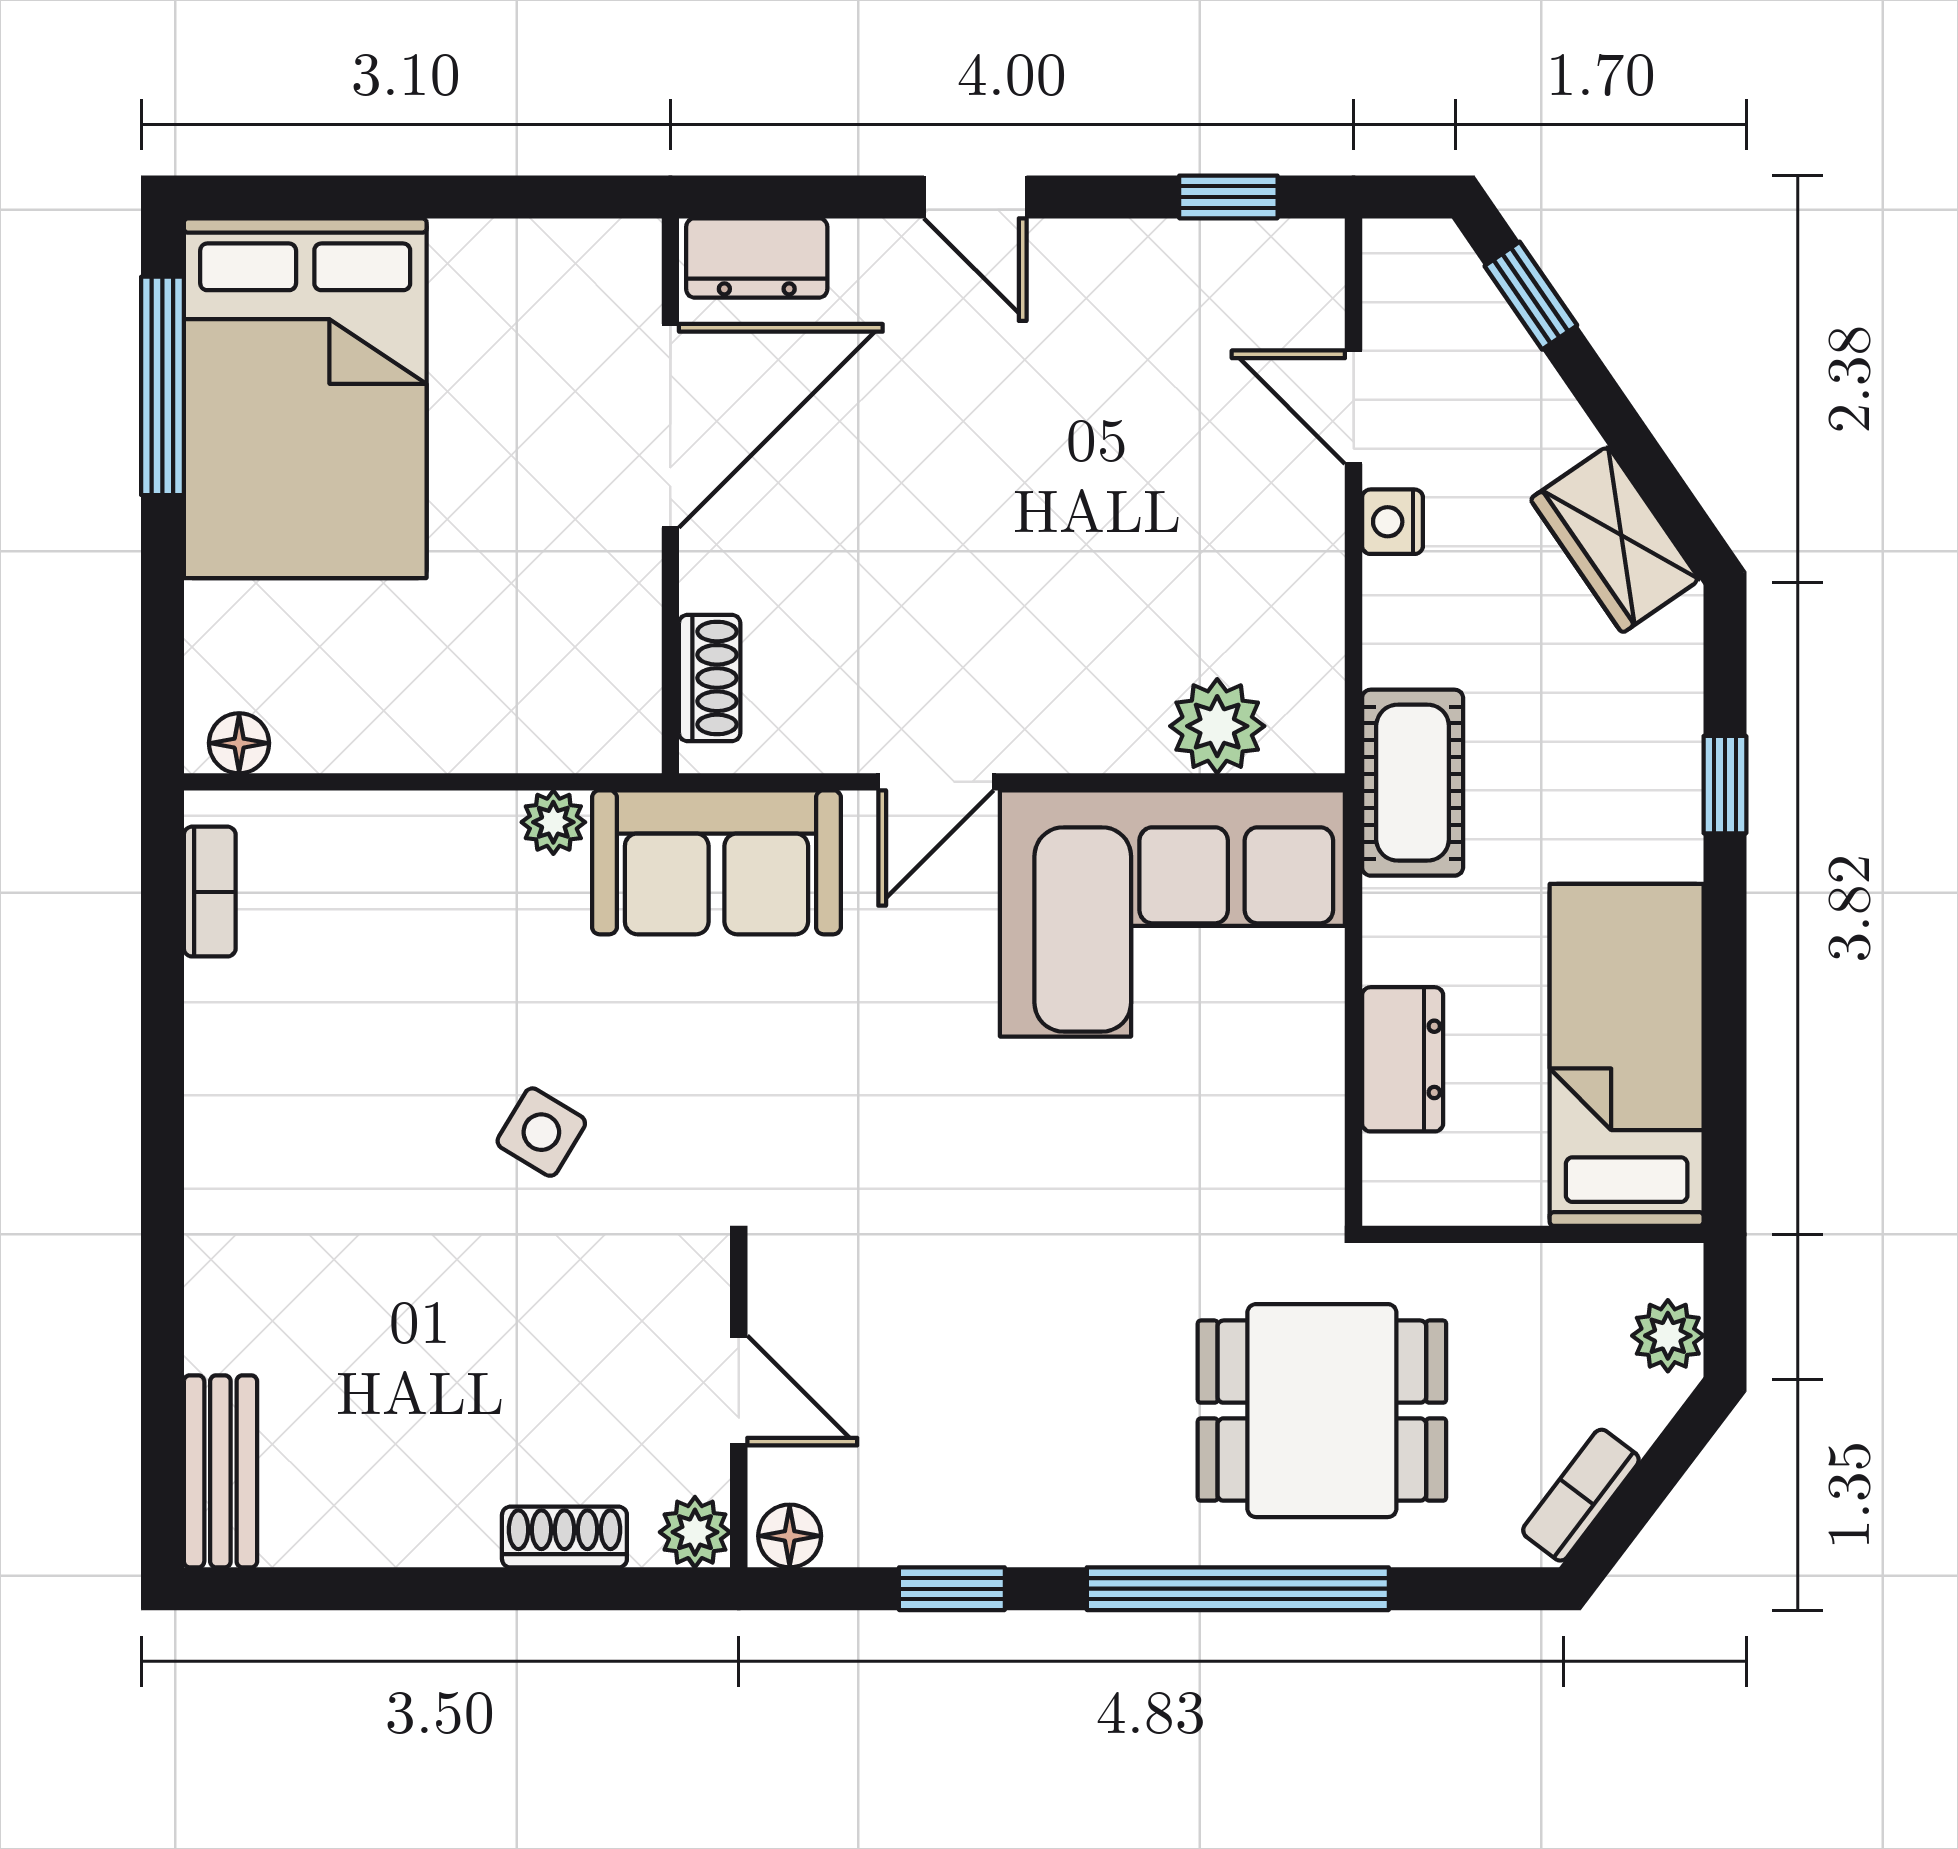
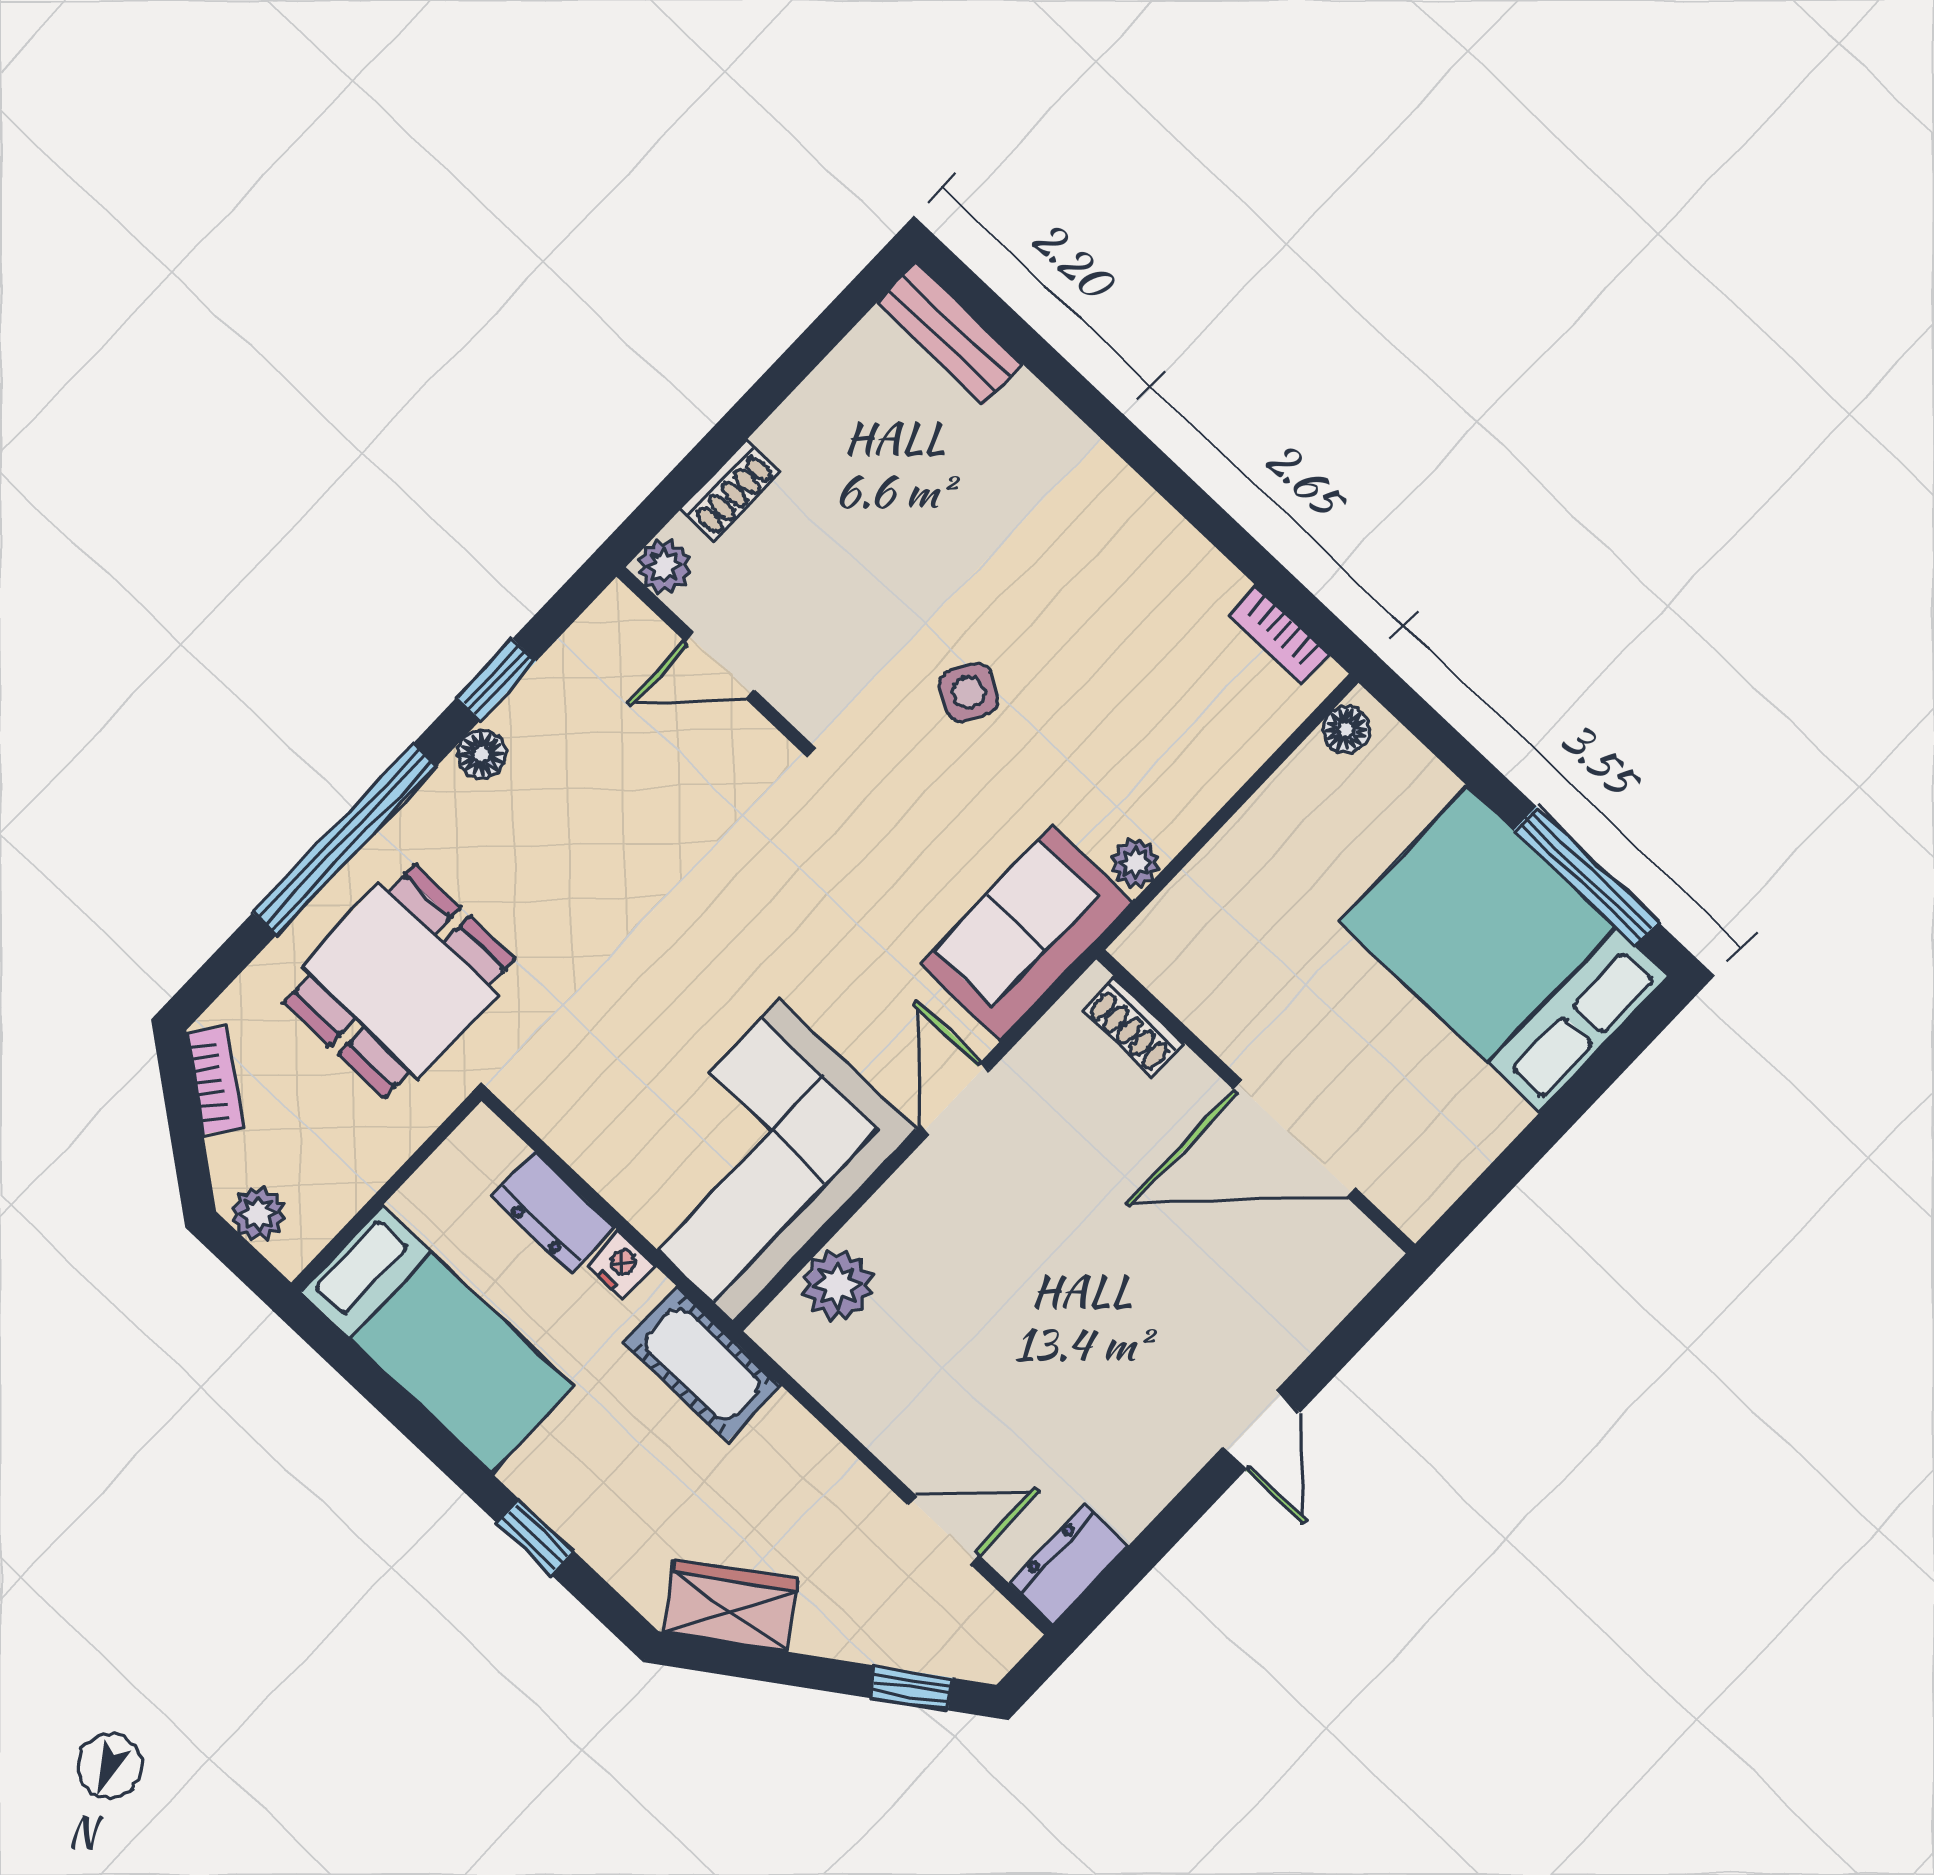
door: (975, 197) -> (1261, 1430), swing flipped
window: (1228, 197) -> (1127, 1571), removed
dresser: (757, 258) -> (1068, 1565), moved
door: (670, 426) -> (1295, 1139), hinge flipped
nightstand: (1393, 522) -> (620, 1265), moved
floor lamp: (790, 1536) -> (481, 754), moved

